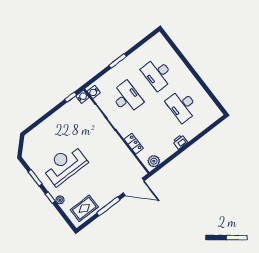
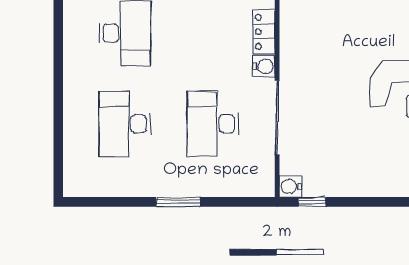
desk: (158, 74) -> (125, 124), turned 180
water cooler: (94, 92) -> (264, 66), moved

